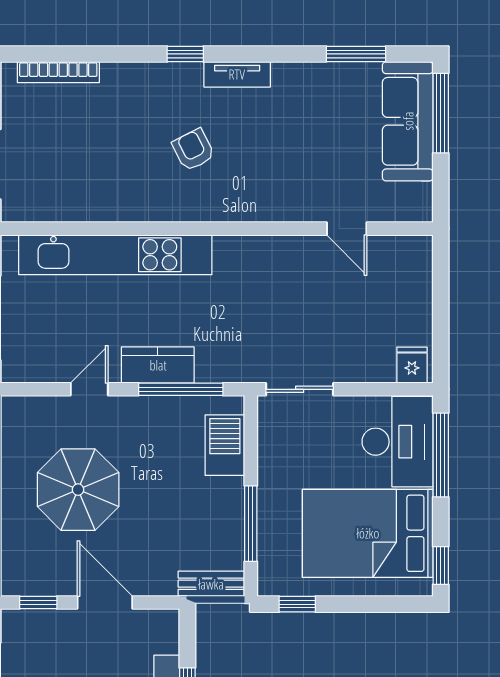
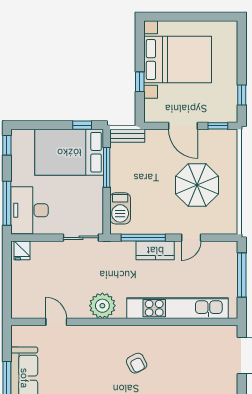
plant: (259, 259) -> (102, 306), added
bed: (368, 533) -> (69, 152), moved, turned 180

